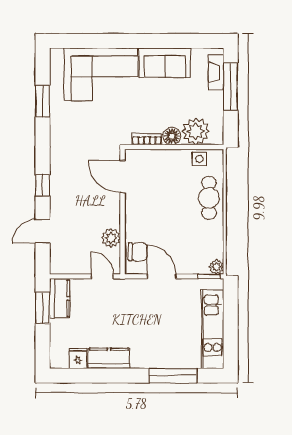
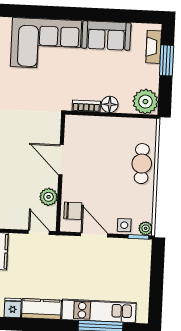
window: (231, 86) -> (167, 60), width x0.69
plant: (196, 131) -> (145, 102), moved
side table: (199, 159) -> (124, 225), moved
door: (123, 176) -> (61, 160), moved
kitchen unit: (212, 329) -> (99, 311), moved, turned 90

